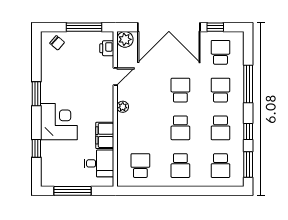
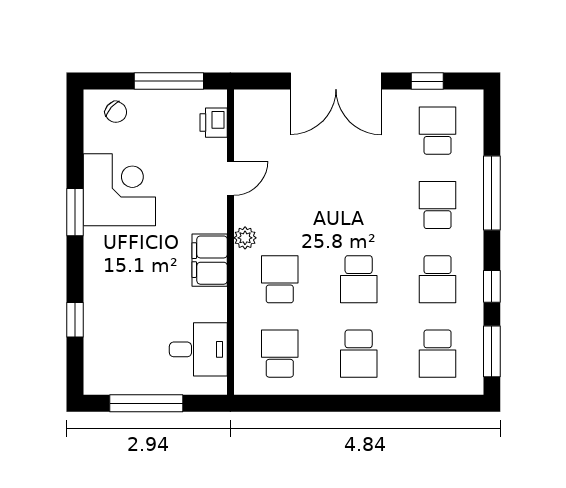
double door: (169, 27) -> (336, 81), width x0.73
plant: (125, 39) -> (250, 105), removed
school desk: (180, 90) -> (280, 279), moved
corner desk: (59, 122) -> (119, 190), moved
filing cabinet: (105, 135) -> (210, 260), moved

